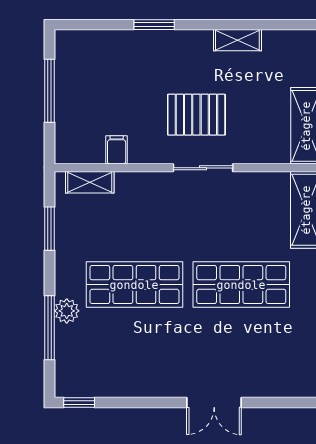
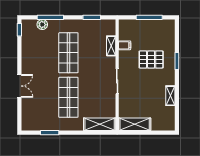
pallet: (196, 115) -> (151, 59), moved, turned 90
shelving: (90, 182) -> (111, 46), moved
plant: (67, 311) -> (42, 25), moved
double door: (214, 402) -> (19, 86), swing flipped

